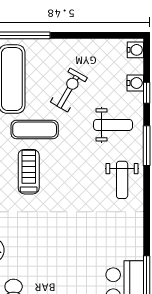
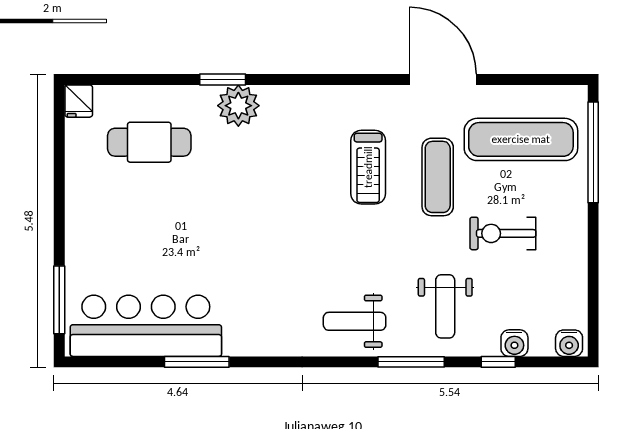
exercise bike: (69, 90) -> (503, 233), turned 150
treadmill: (29, 172) -> (368, 167), turned 90

